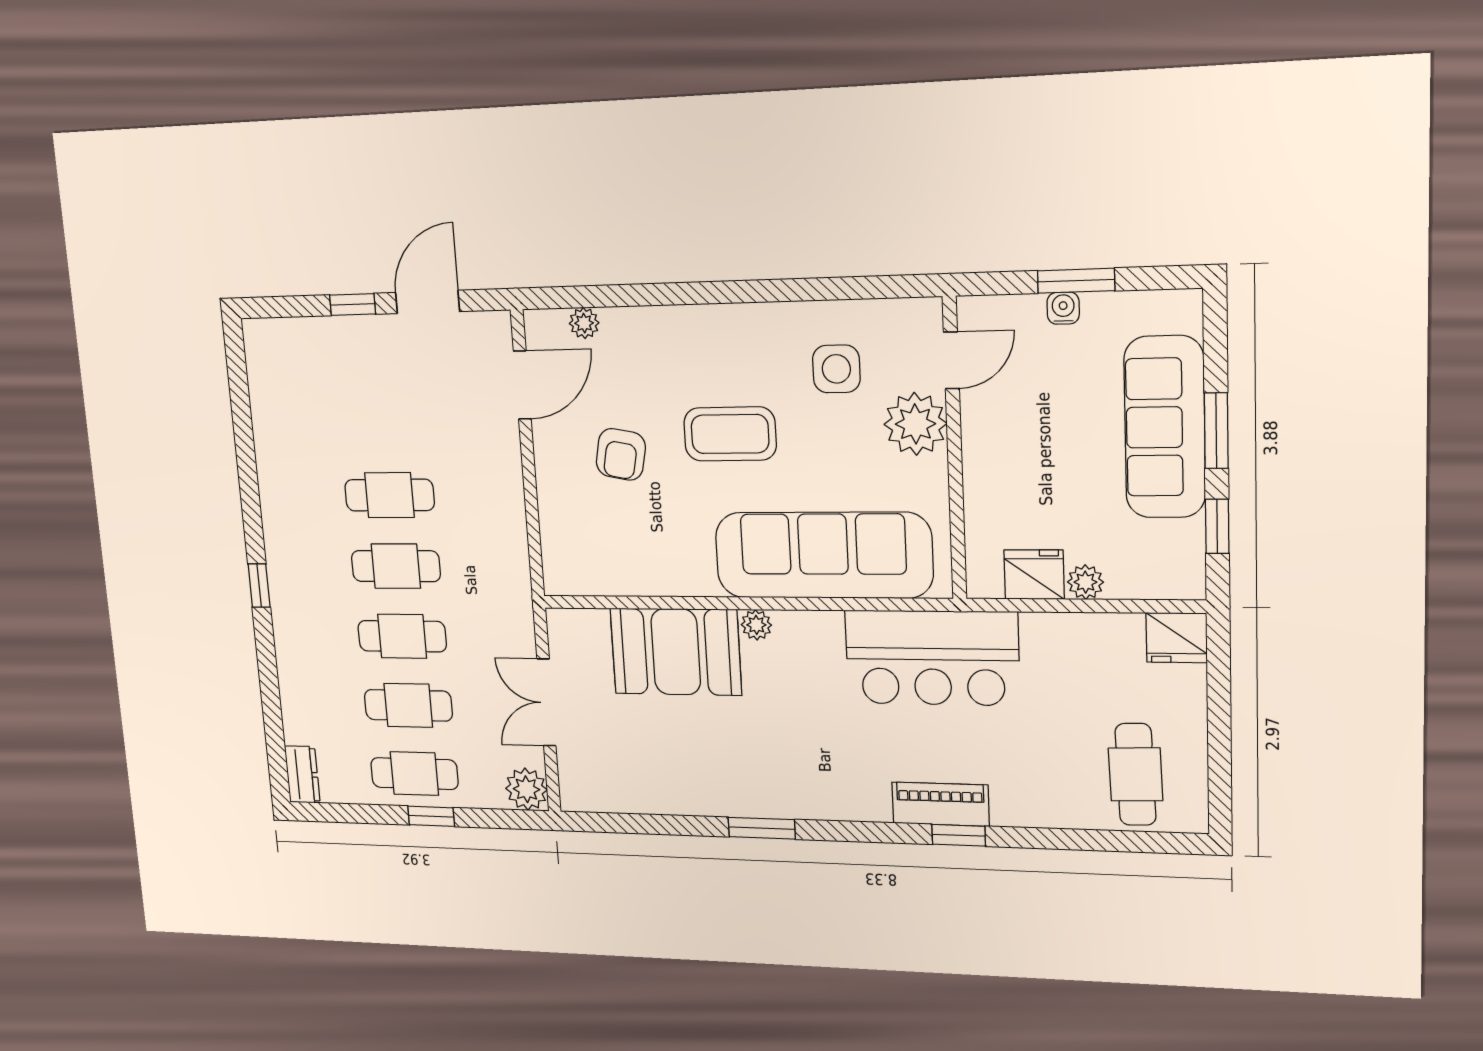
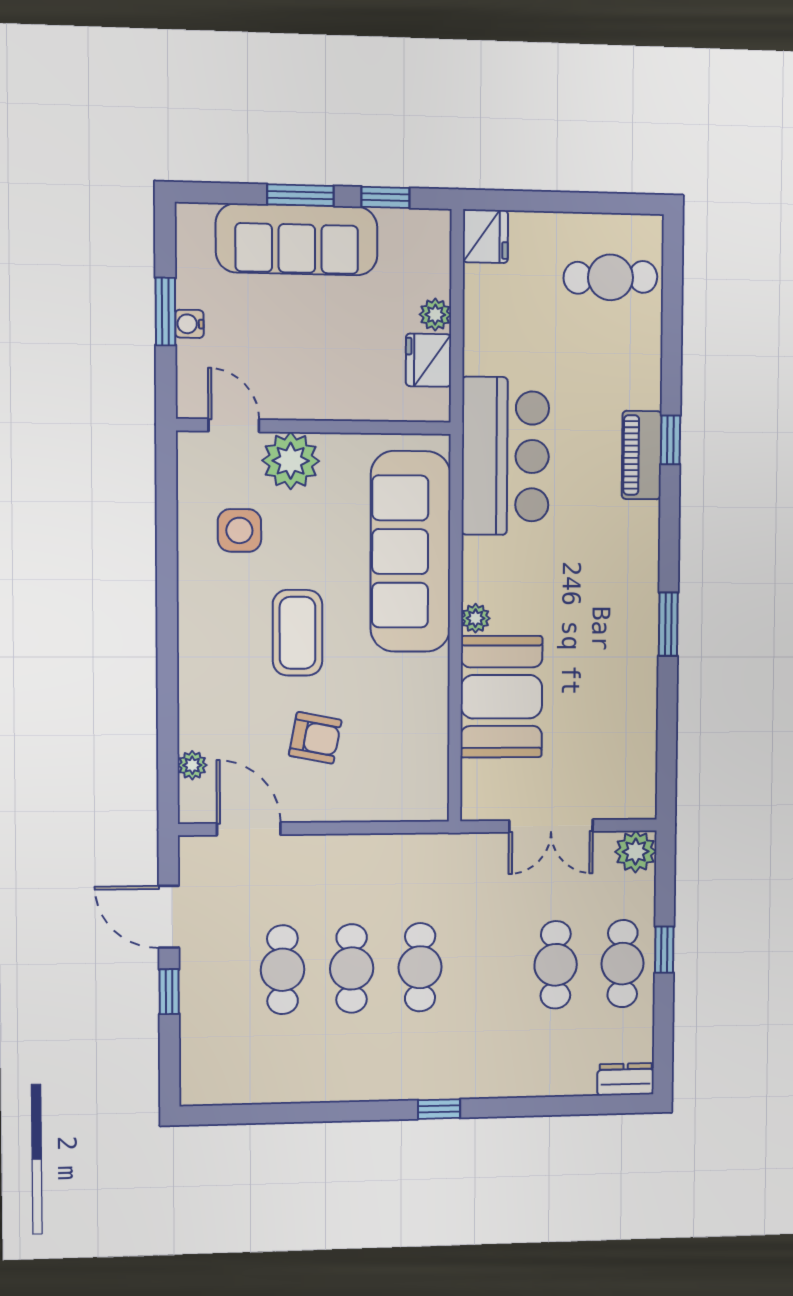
cafe table: (402, 636) -> (283, 970), moved

